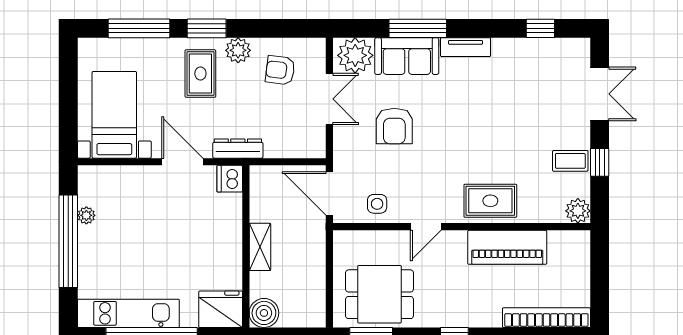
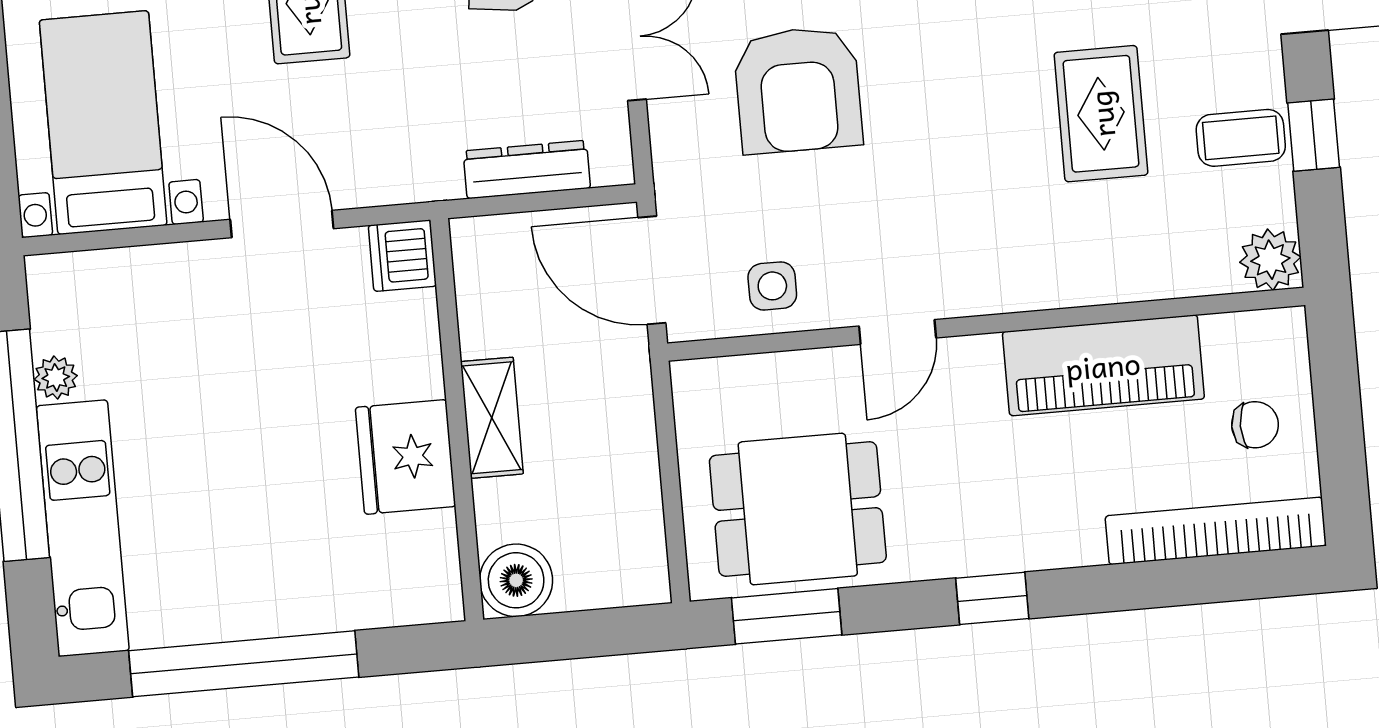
armchair: (394, 126) -> (798, 90), width x1.36, depth x1.36
dresser: (238, 149) -> (527, 170), moved
rug: (490, 201) -> (1101, 114), moved, turned 90
chair: (566, 276) -> (1255, 425), added
fridge: (221, 309) -> (406, 457), moved, turned -90
kitchen unit: (128, 313) -> (83, 528), moved, turned 90

